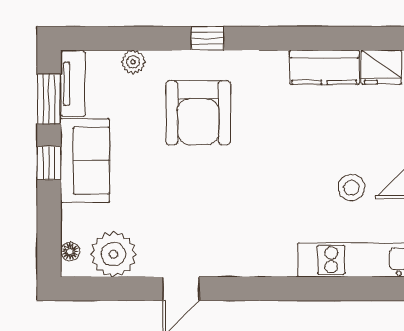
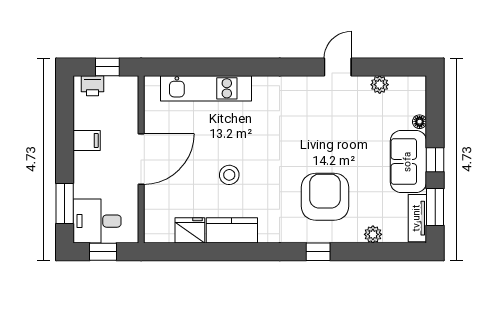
stool: (352, 188) -> (229, 175), moved
floor lamp: (70, 252) -> (420, 122), moved
plant: (113, 254) -> (380, 85), width x0.53, depth x0.53

